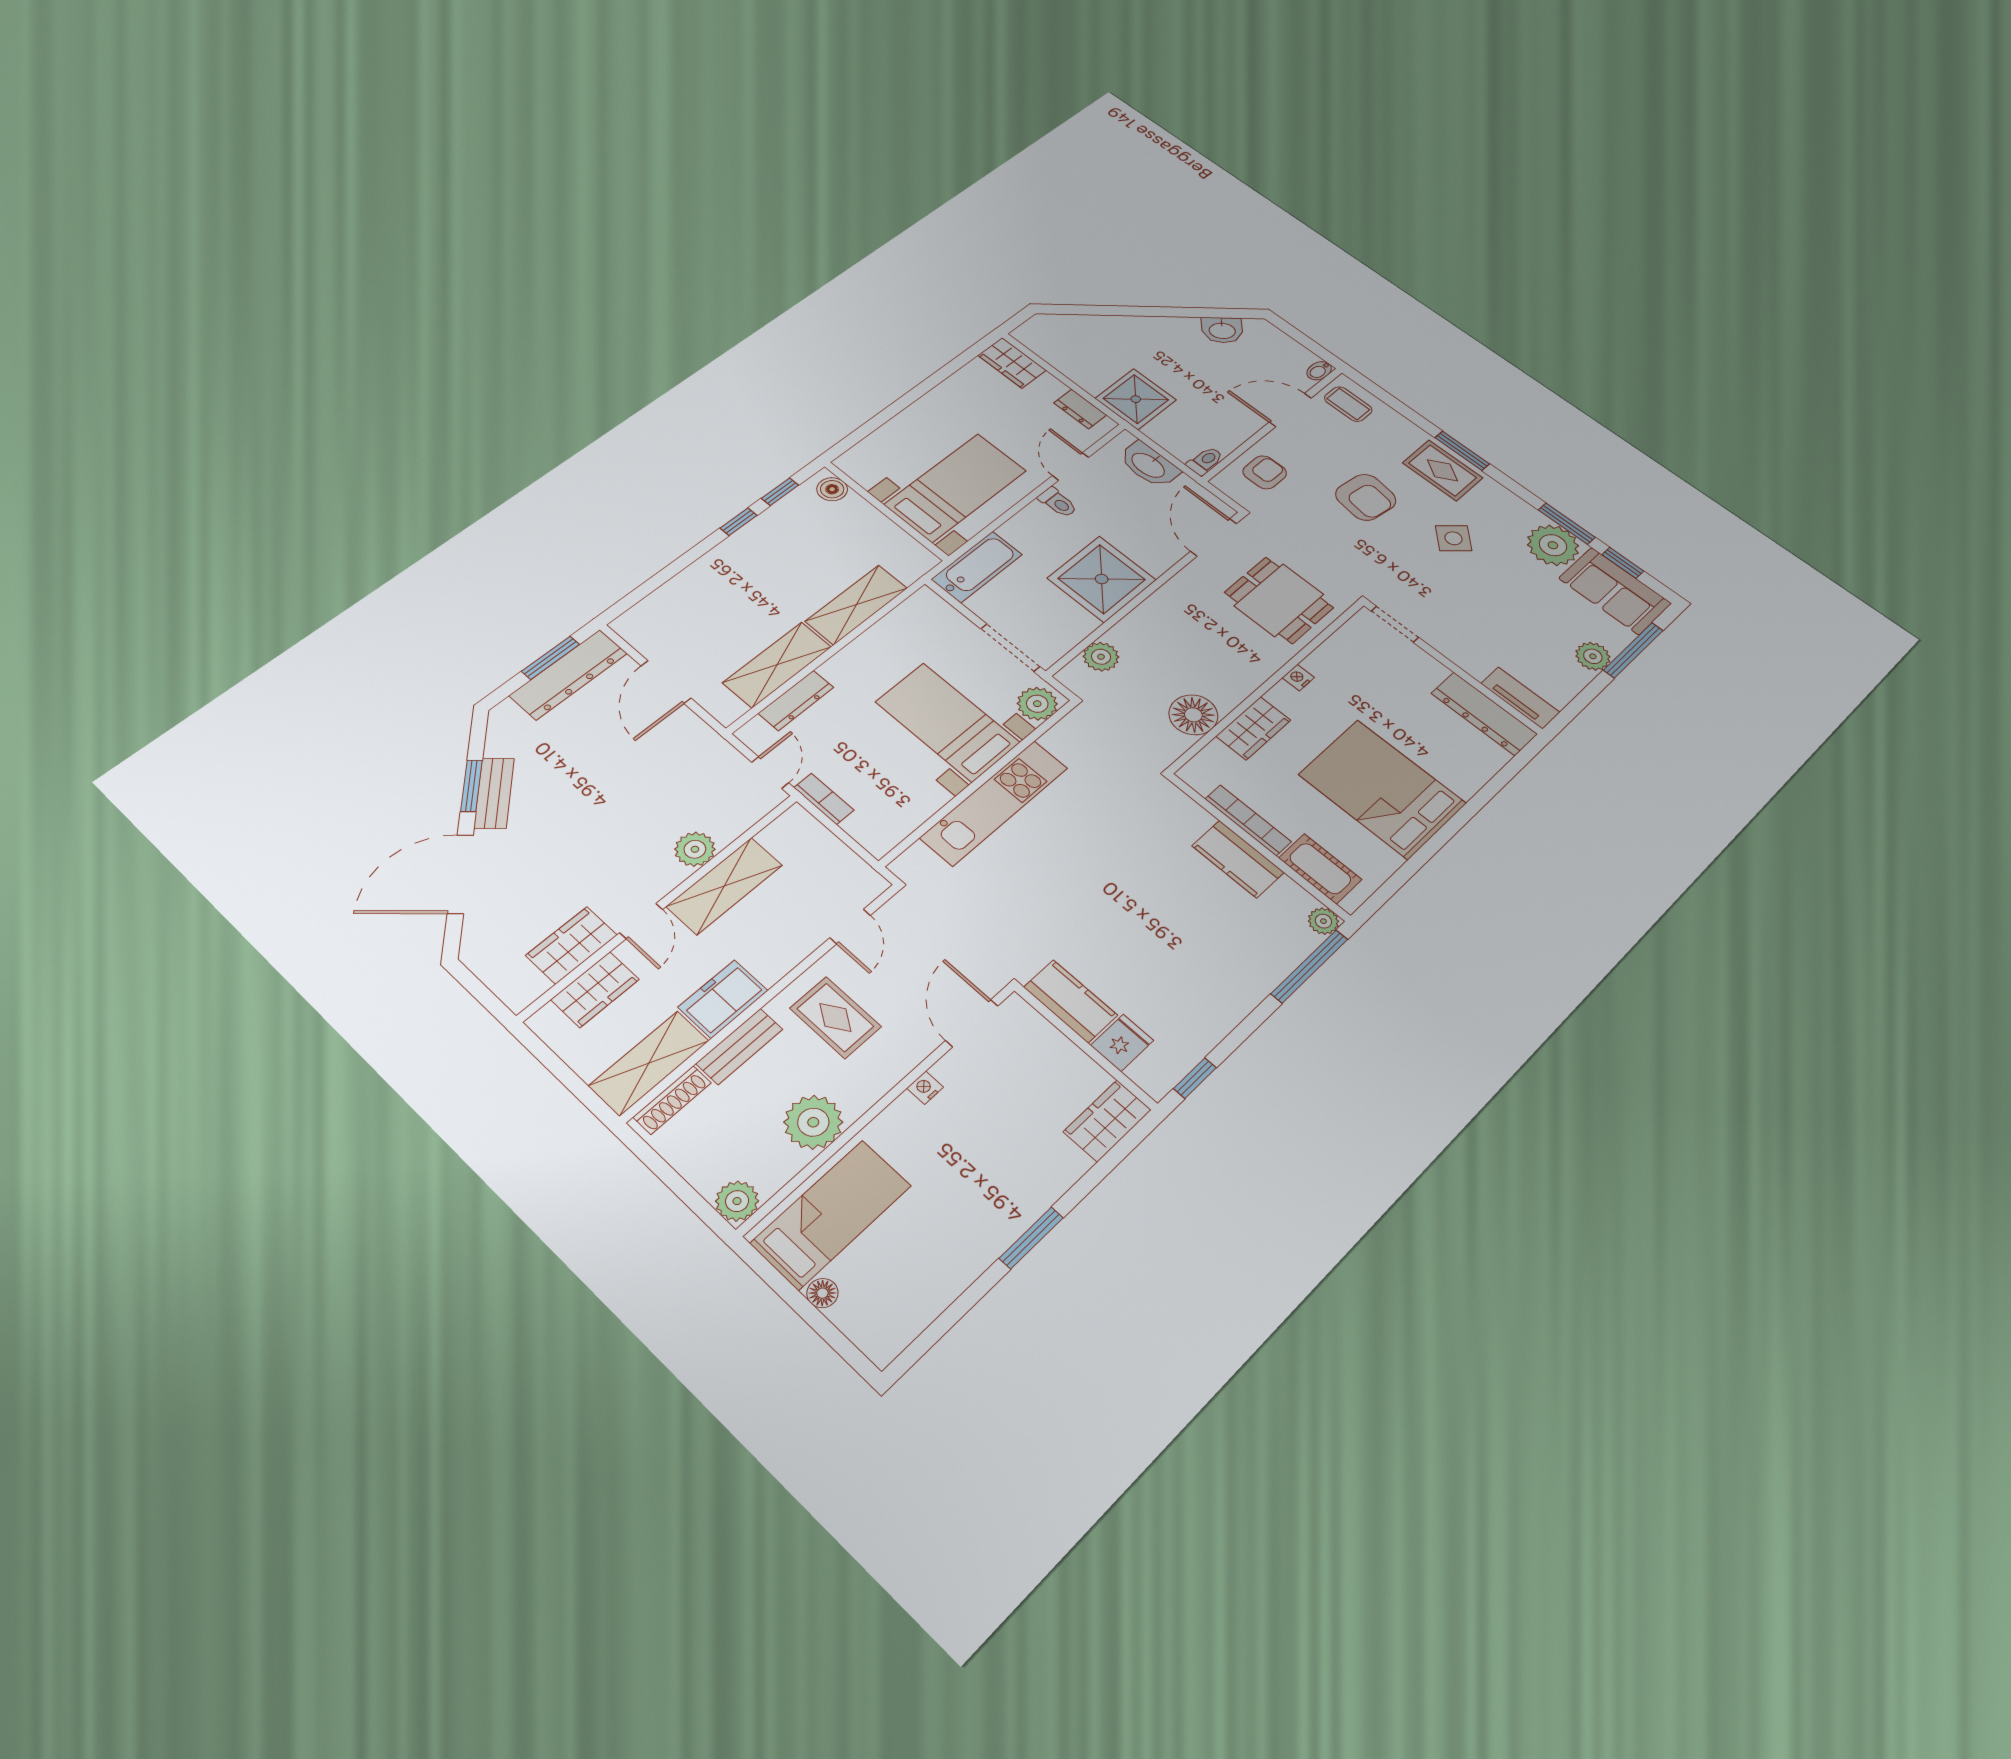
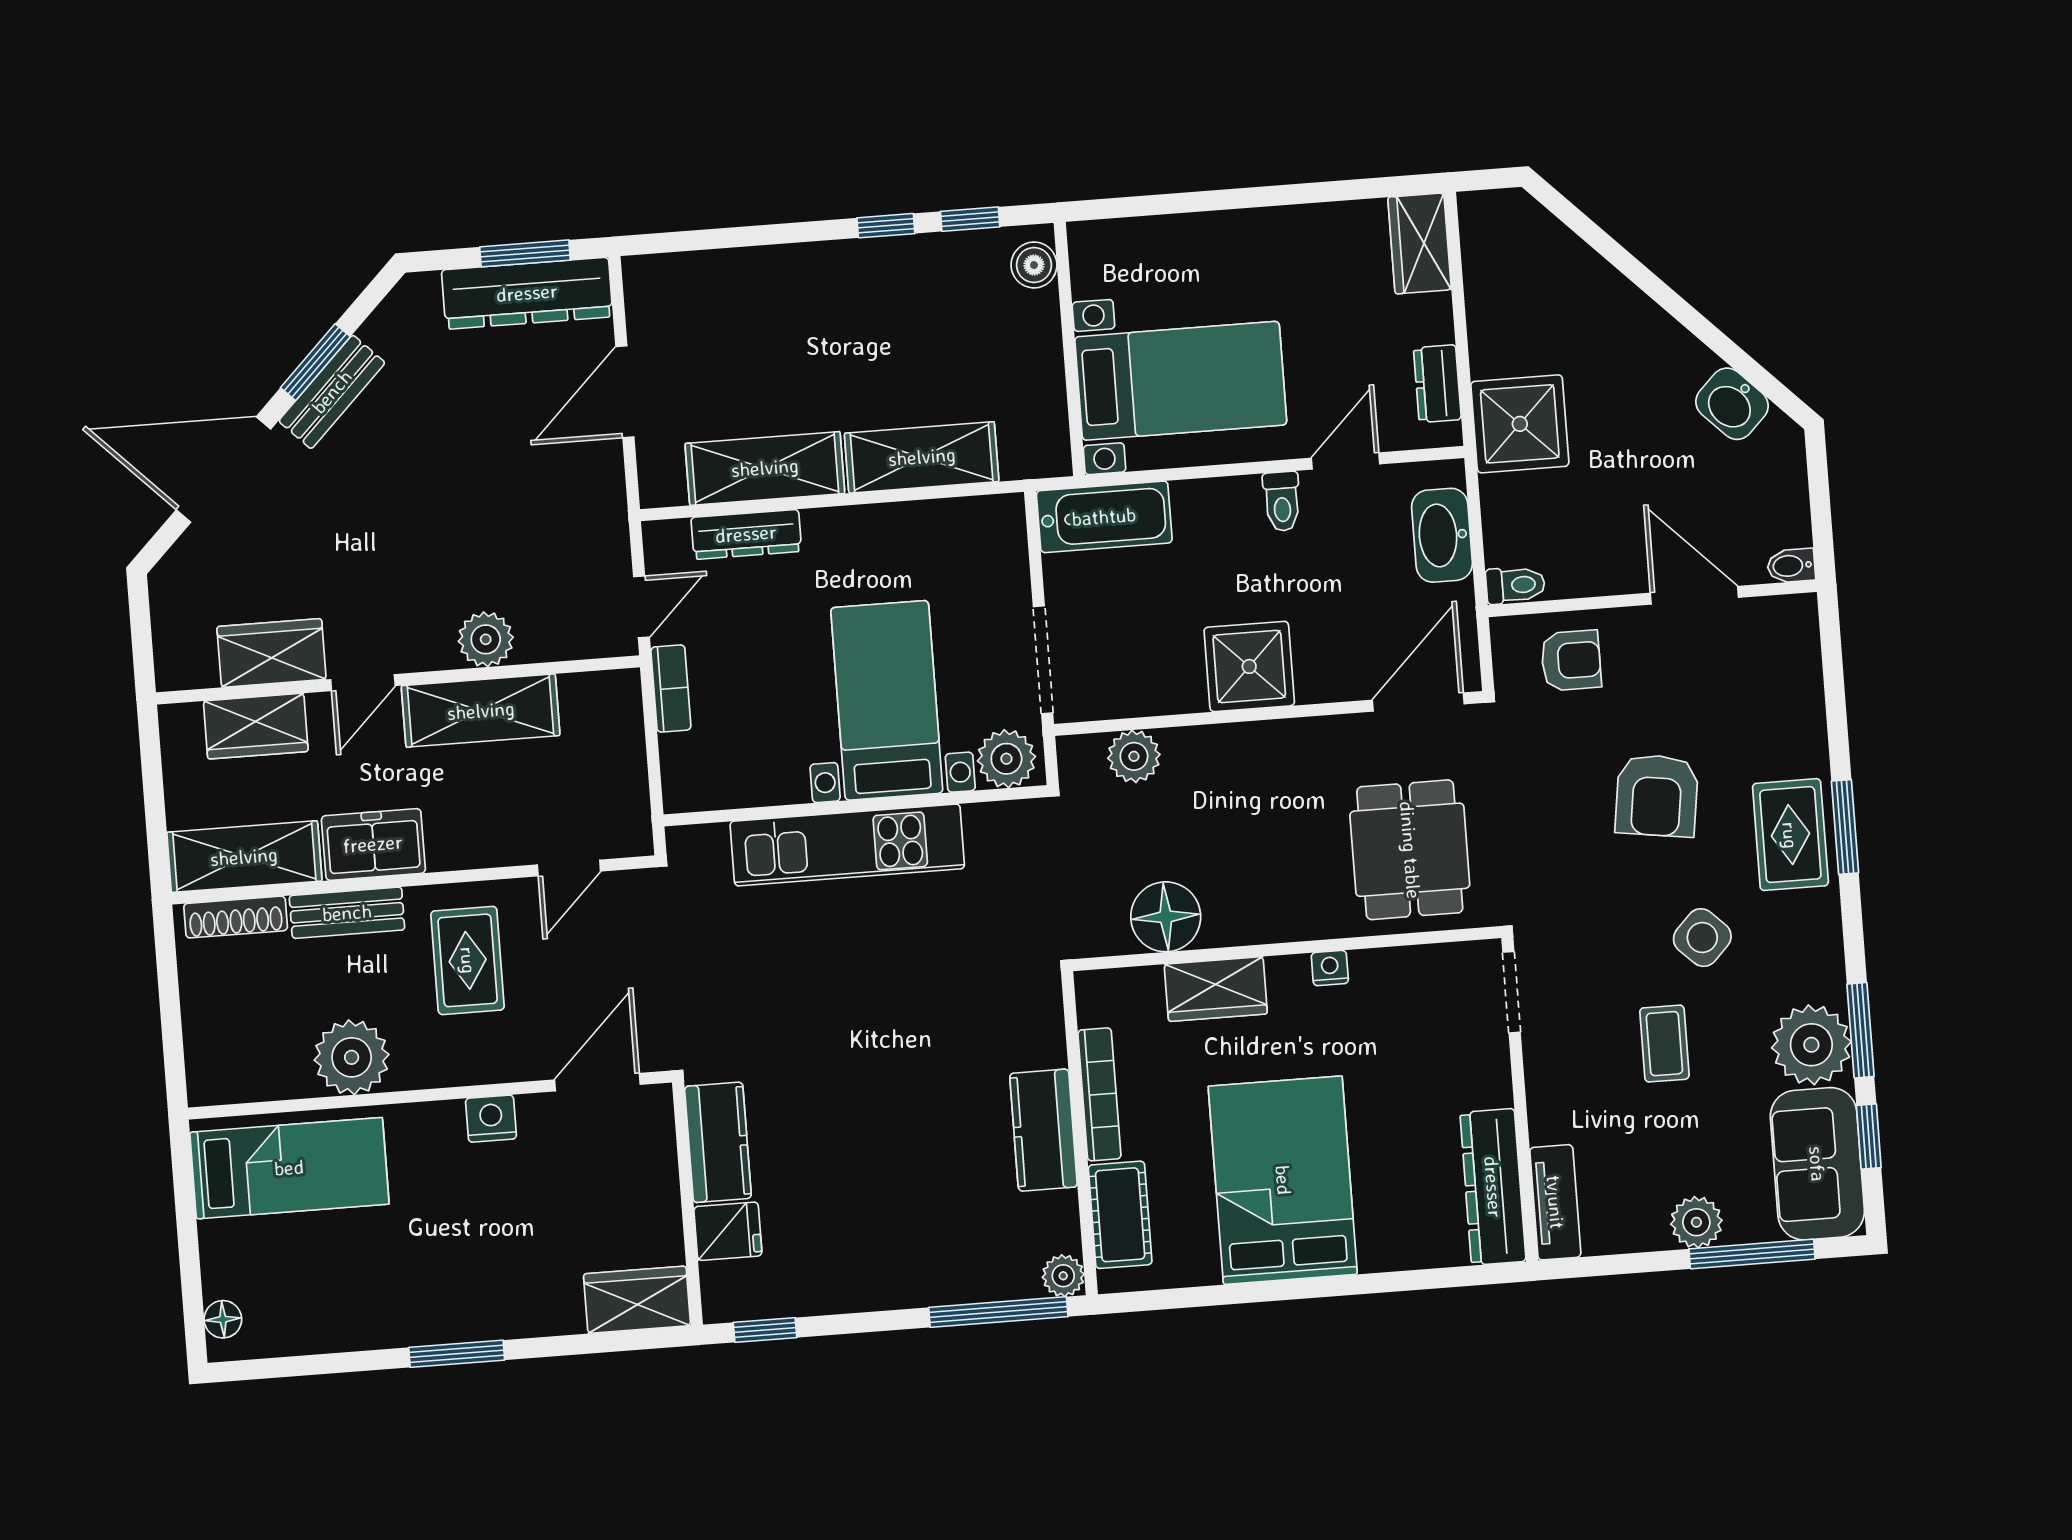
coffee table: (1348, 404) -> (1664, 1044), moved
shower: (1102, 579) -> (1249, 666), width x0.73, depth x0.73
nightstand: (925, 1088) -> (491, 1119), width x1.39, depth x1.35
plant: (737, 1201) -> (213, 1079), removed
floor lamp: (822, 1293) -> (223, 1319), moved

